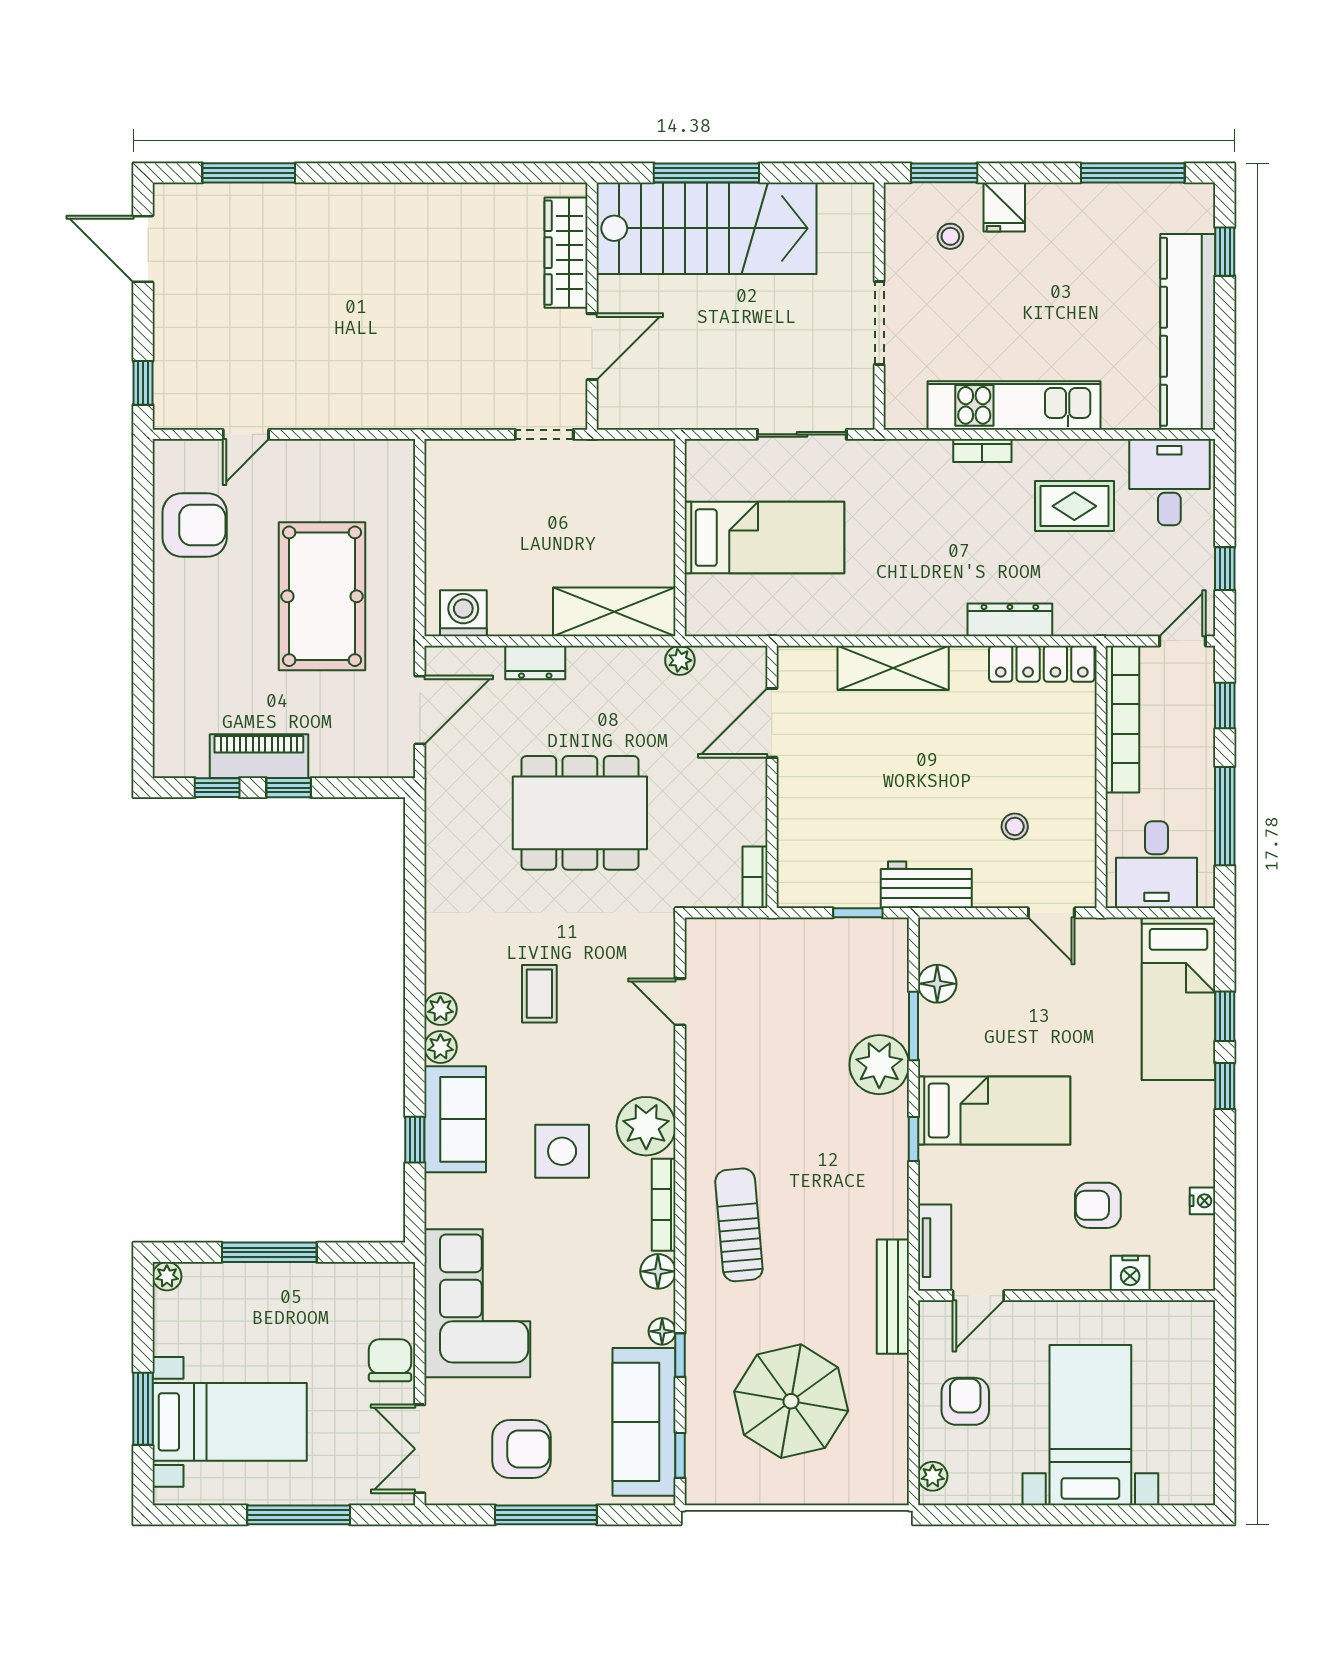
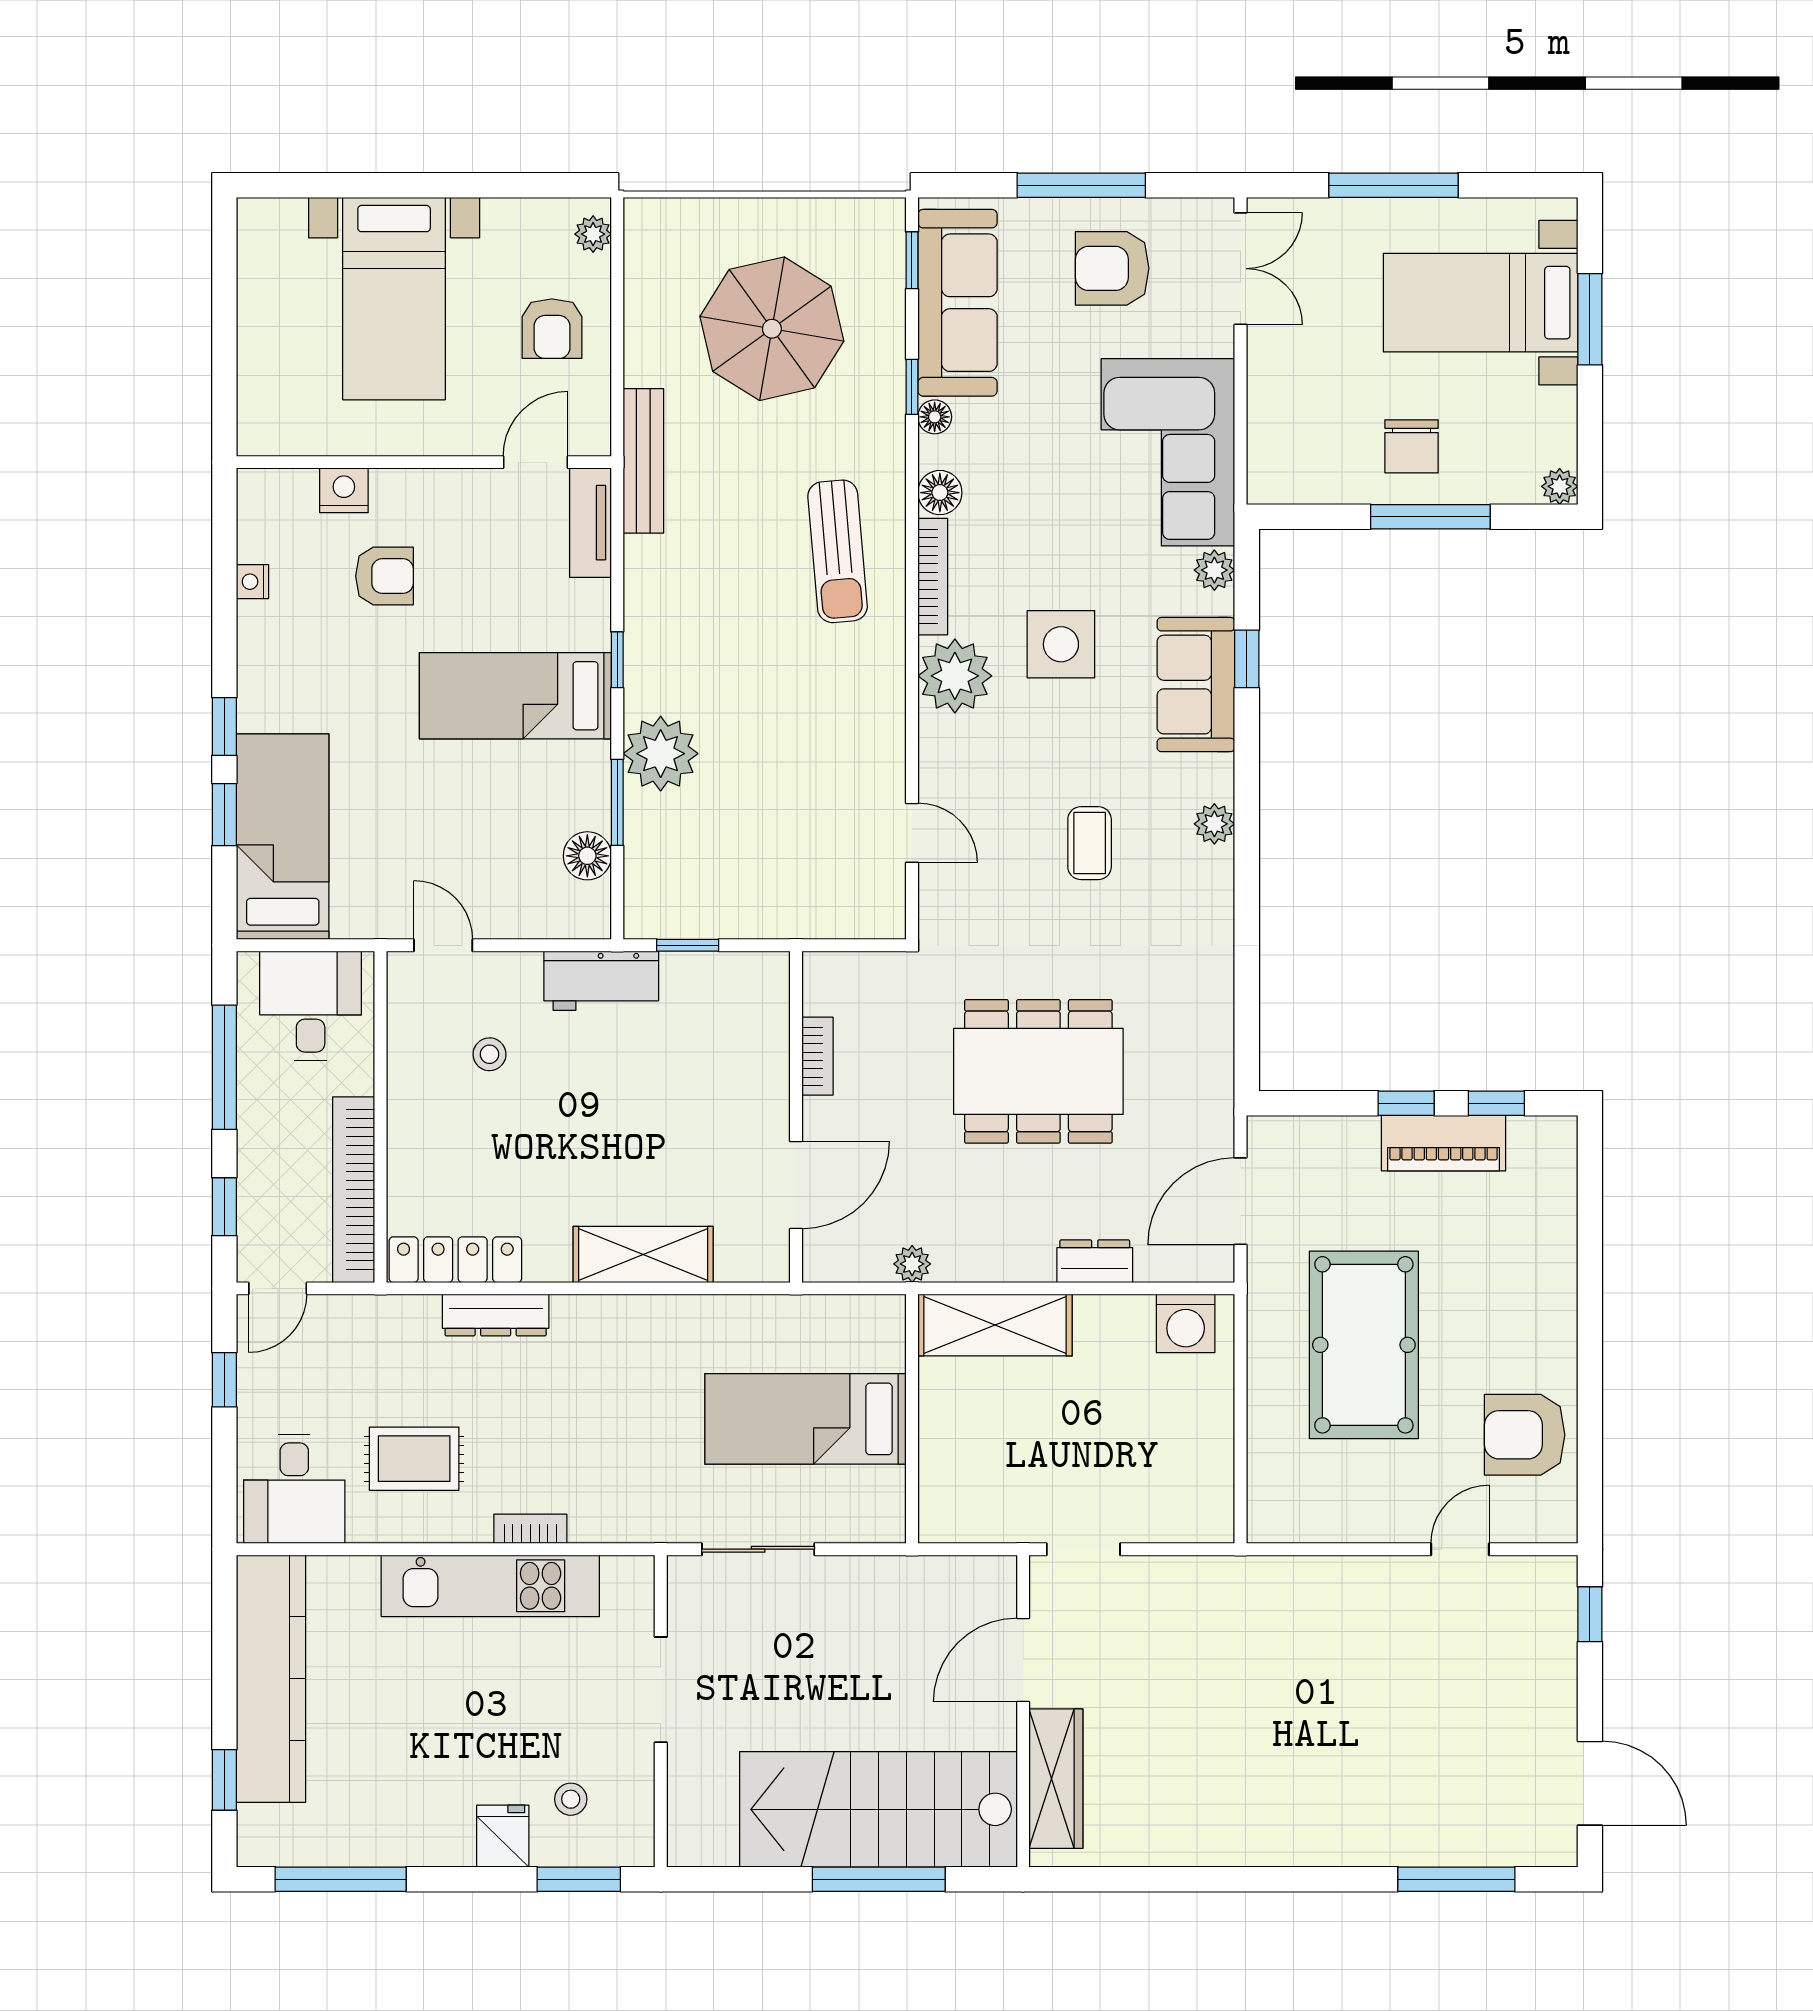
bookcase: (755, 877) -> (817, 1056), moved
plant: (440, 1047) -> (1214, 570), moved
chair: (390, 1360) -> (1412, 446), moved

